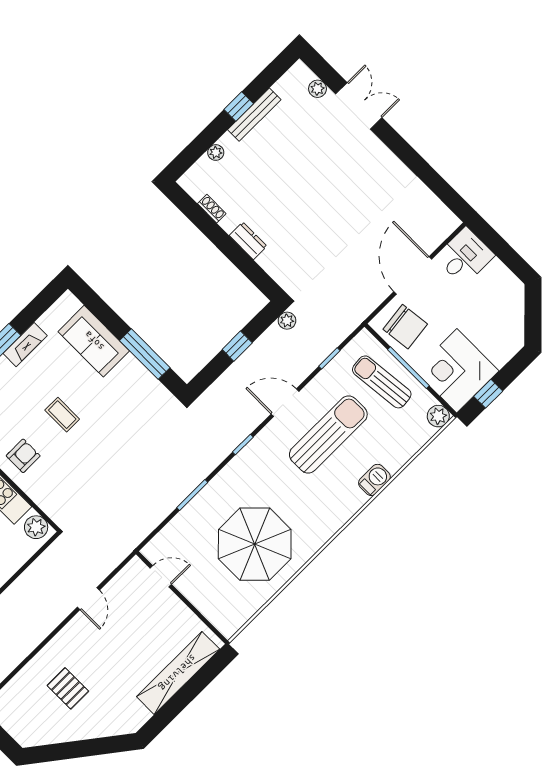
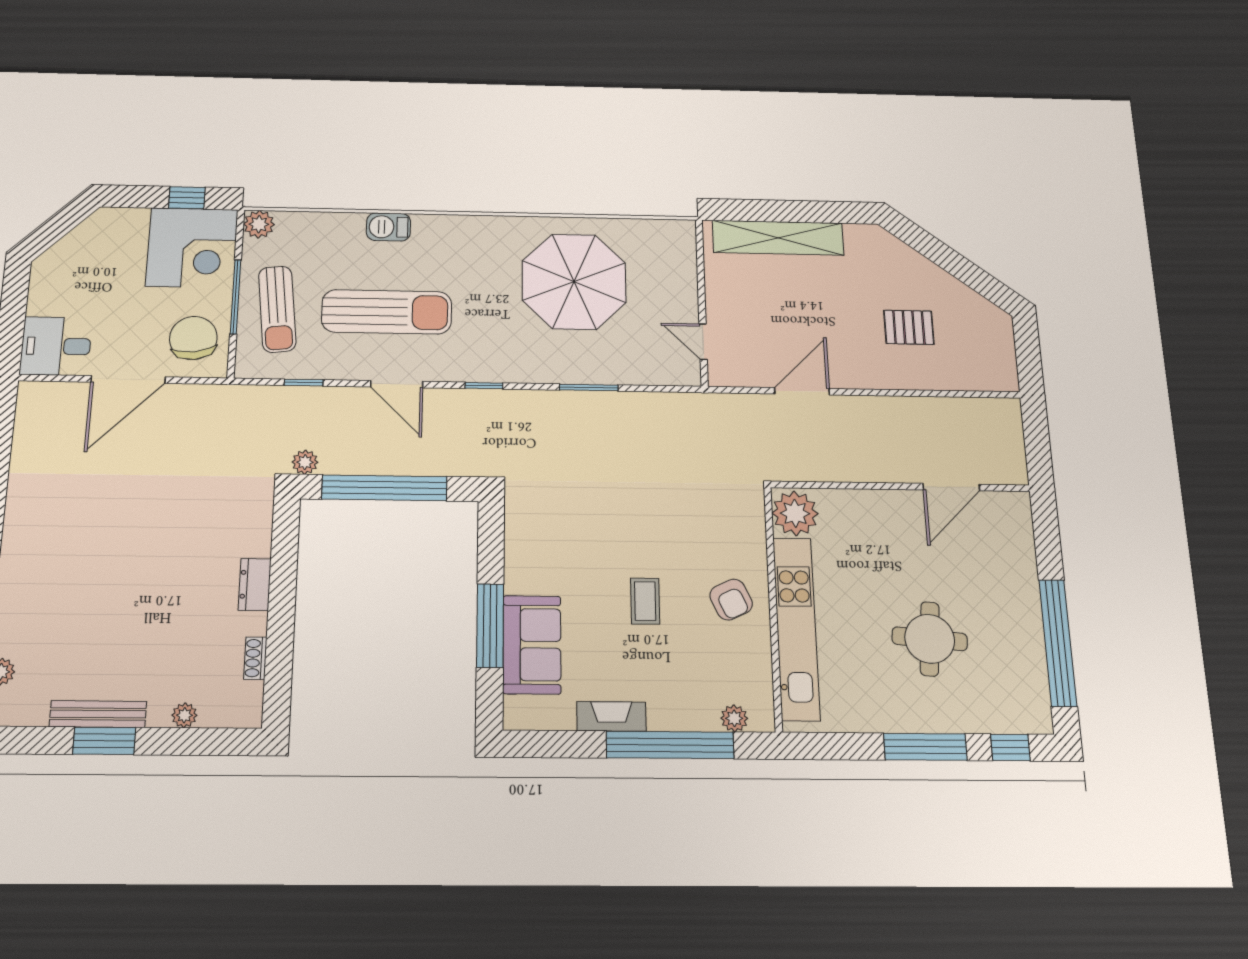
window: (239, 106) -> (104, 741), width x1.50
window: (237, 346) -> (384, 488), width x3.17
window: (145, 354) -> (490, 625), moved
sun lounger: (328, 435) -> (387, 312), turned 180
armchair: (23, 456) -> (731, 600), turned -115
plant: (36, 527) -> (795, 513), width x1.36, depth x1.36
door: (88, 599) -> (802, 391), width x1.38
pallet: (68, 688) -> (909, 327), turned 90

